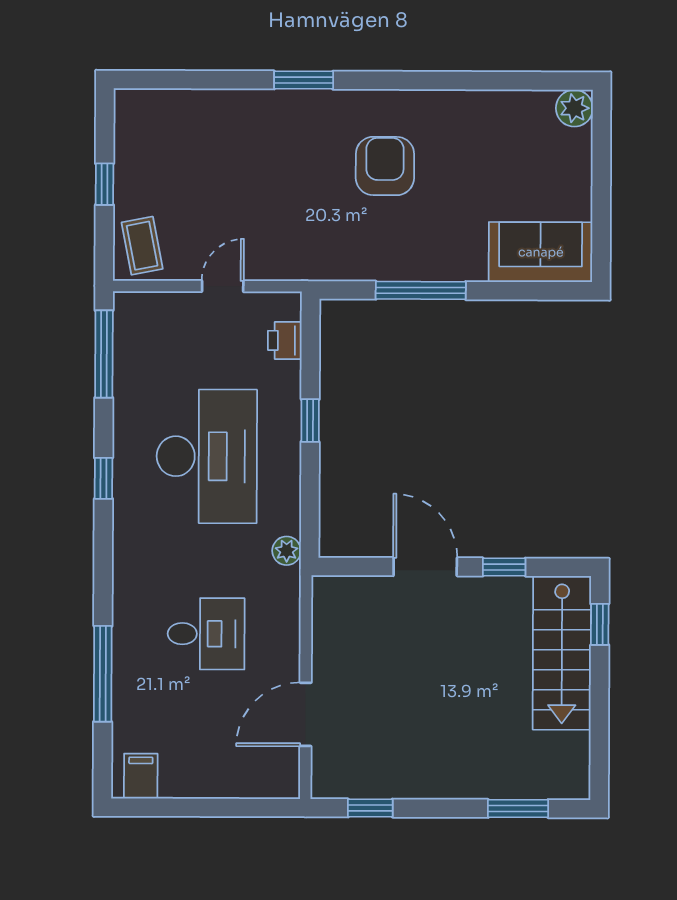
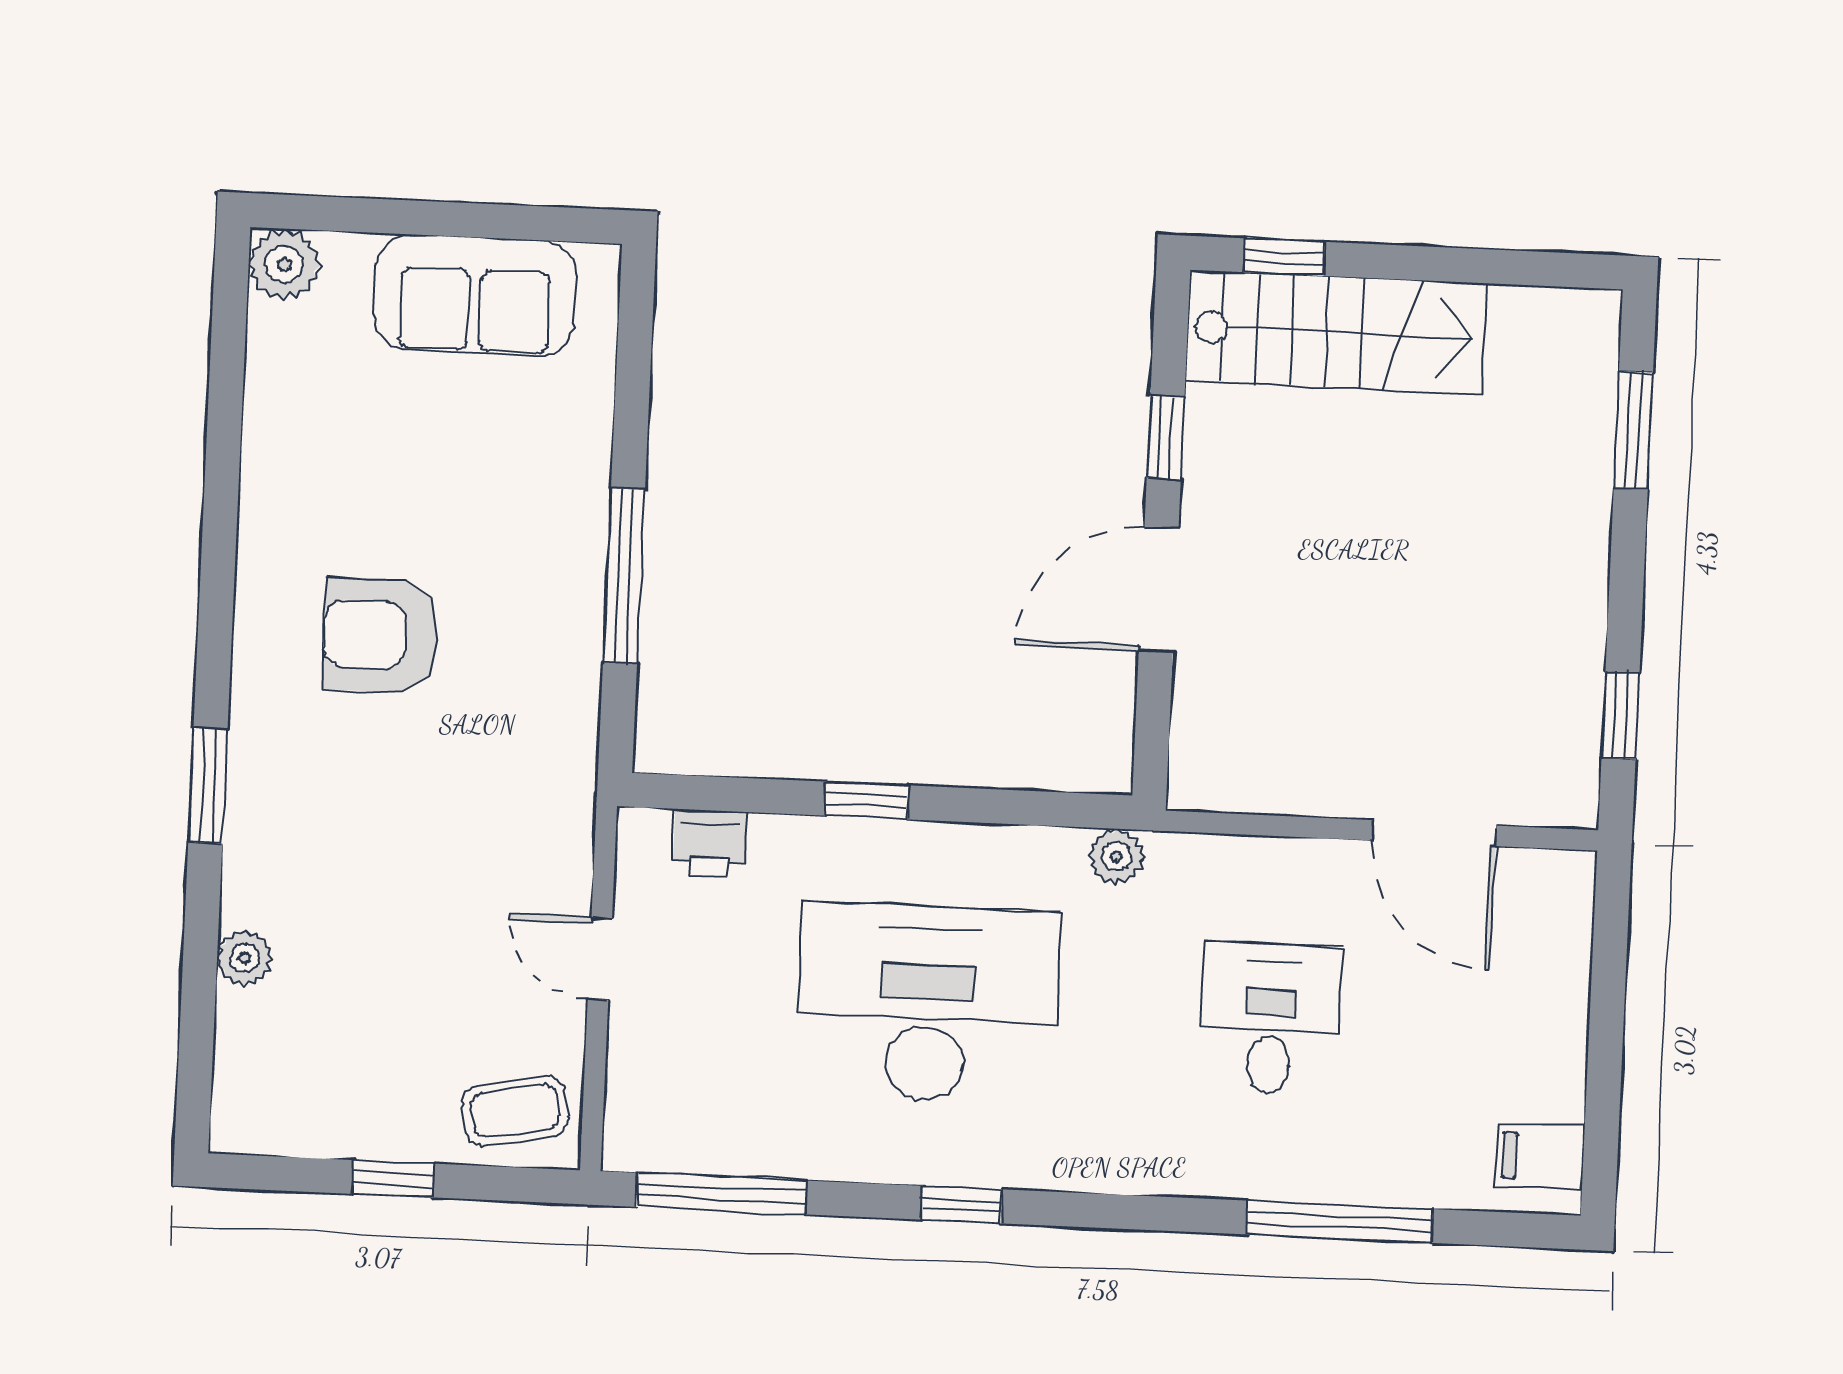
plant: (215, 103) -> (245, 958), added
sofa: (541, 252) -> (475, 295), moved, turned -90

